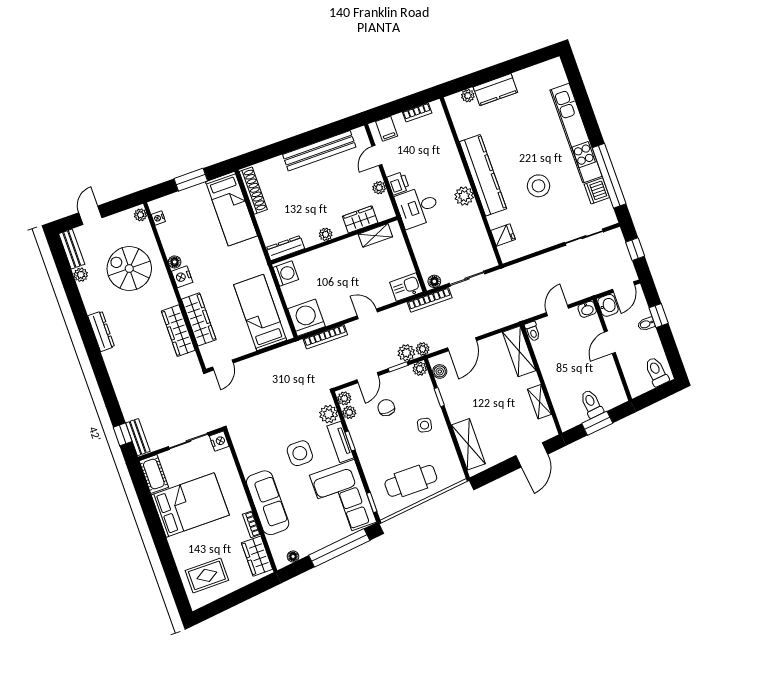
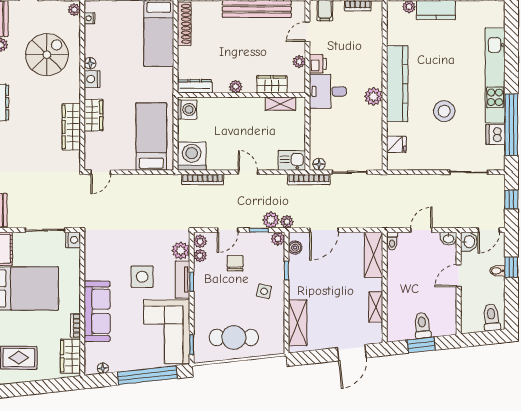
spiral stairs: (129, 269) -> (47, 55), turned 90
wardrobe: (199, 319) -> (93, 115), width x0.67

